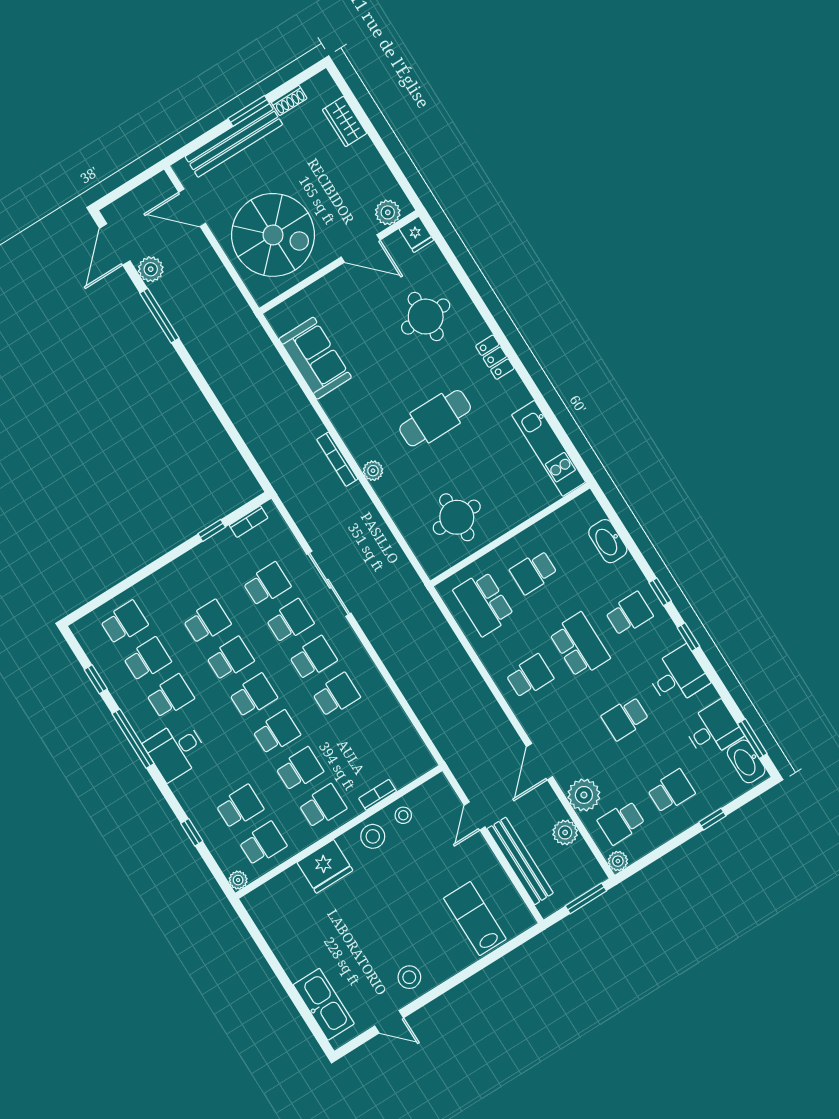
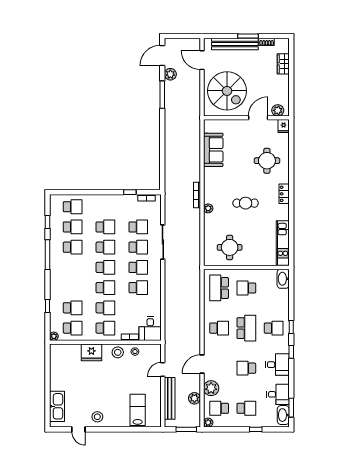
door: (361, 249) -> (258, 118), swing flipped
cafe table: (435, 418) -> (246, 203), width x0.73, depth x0.74
washbasin: (608, 541) -> (283, 279), moved
desk: (176, 750) -> (150, 329), moved, turned -90

